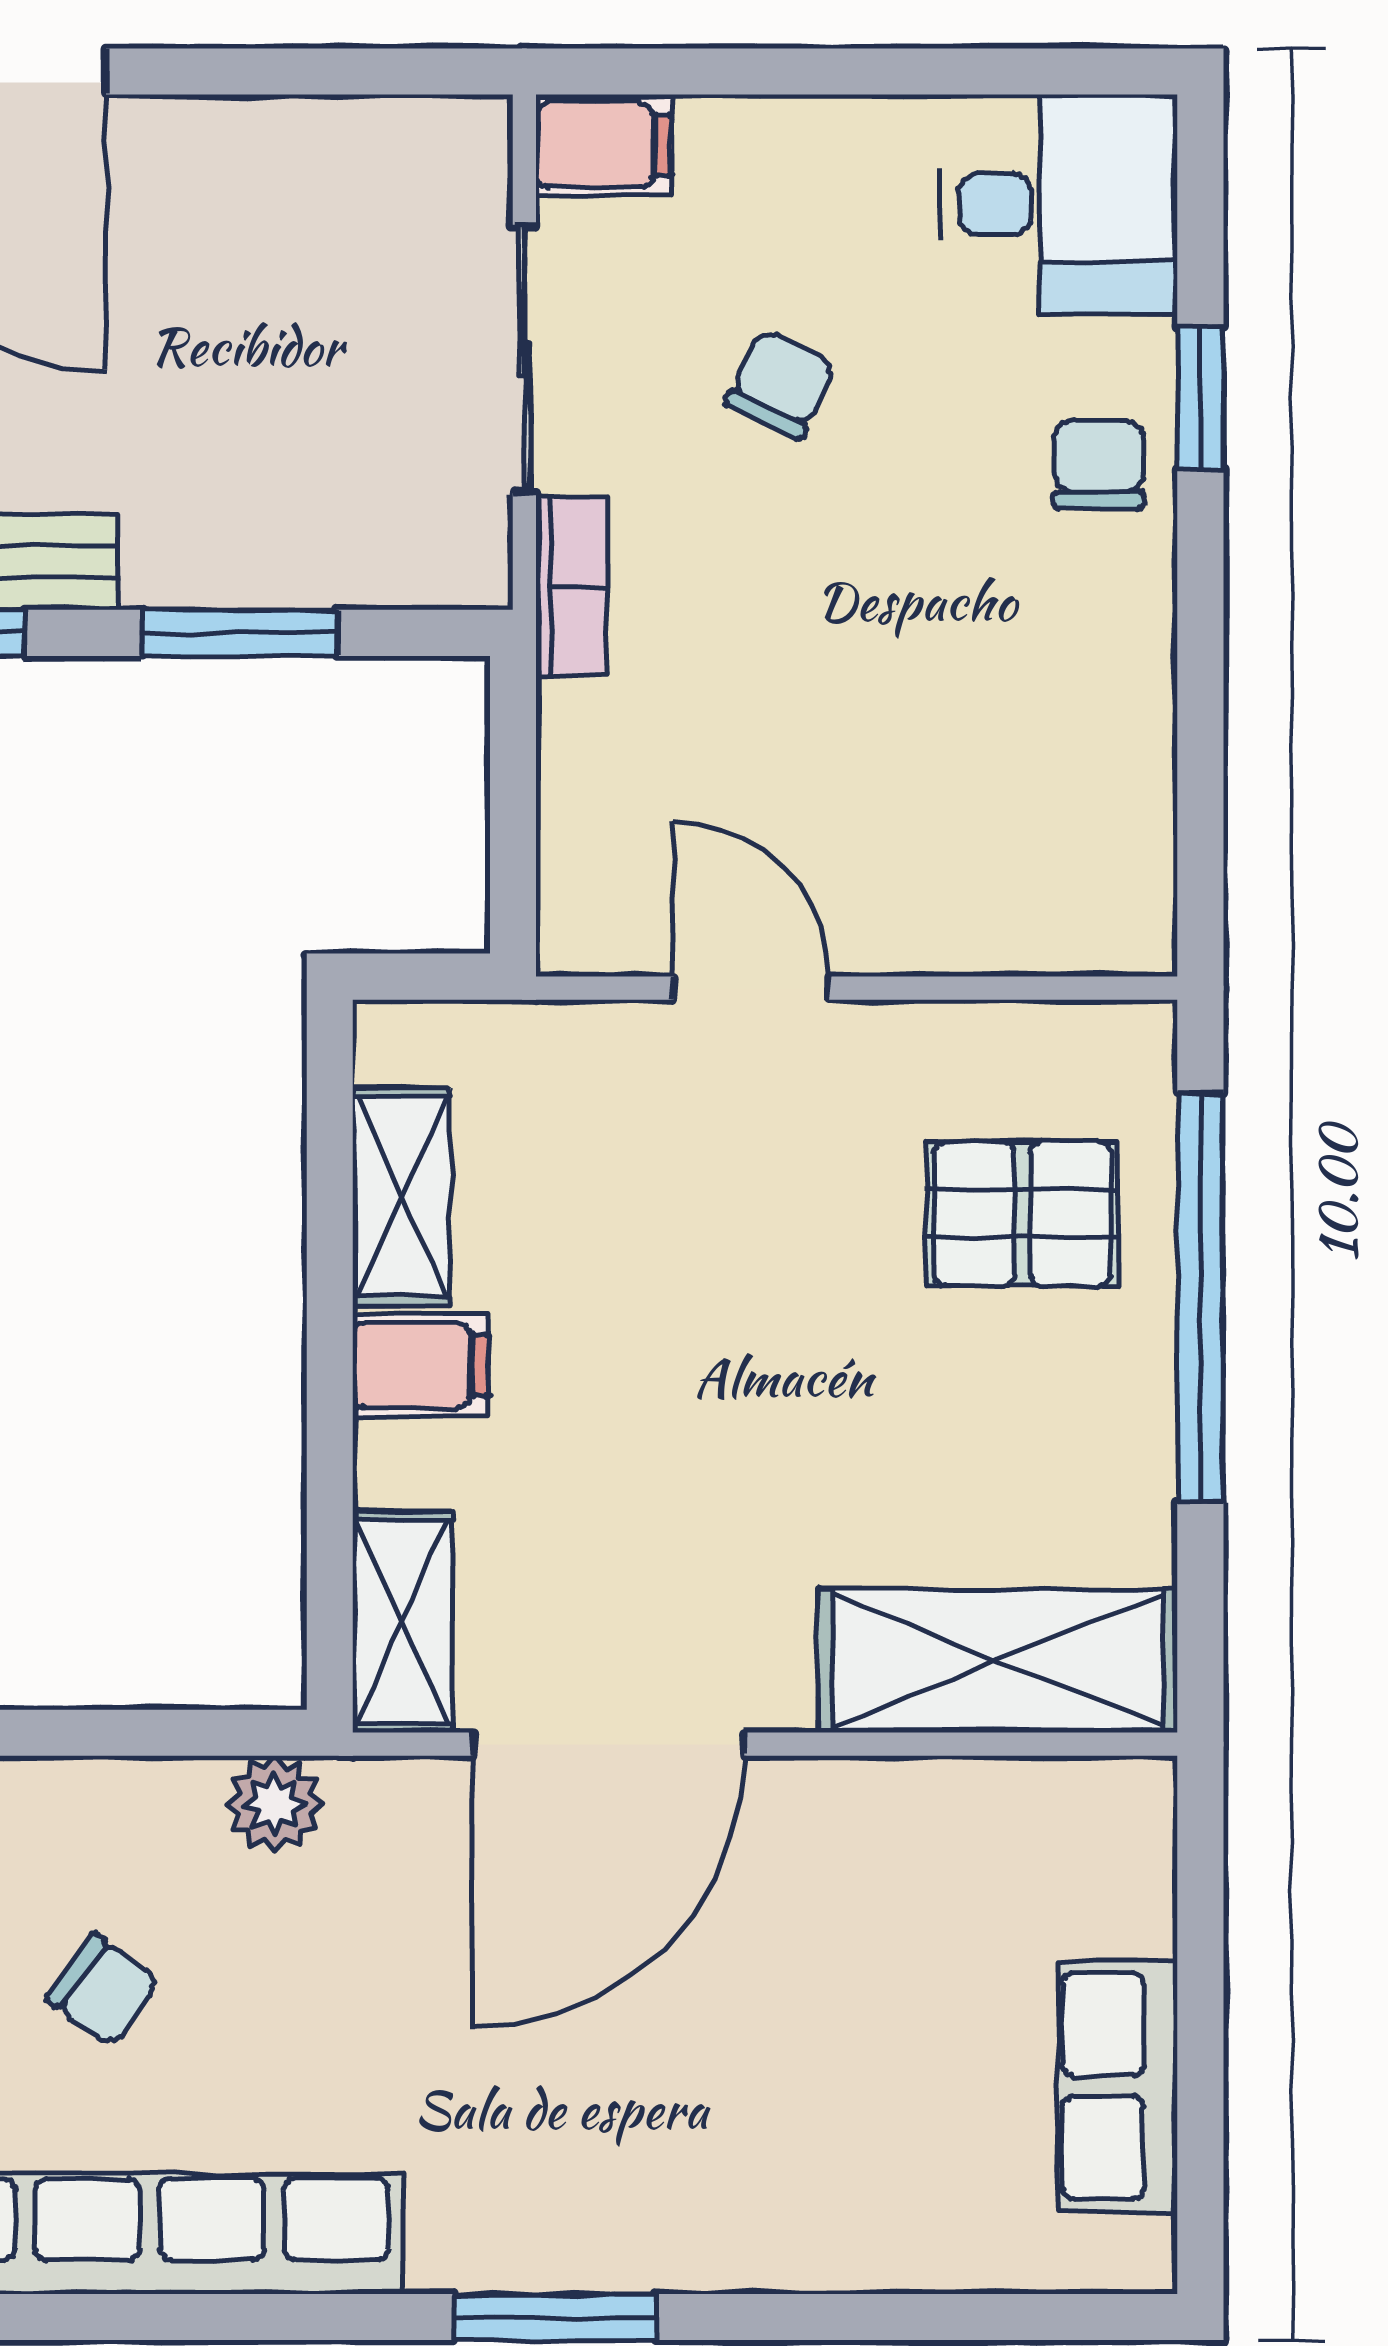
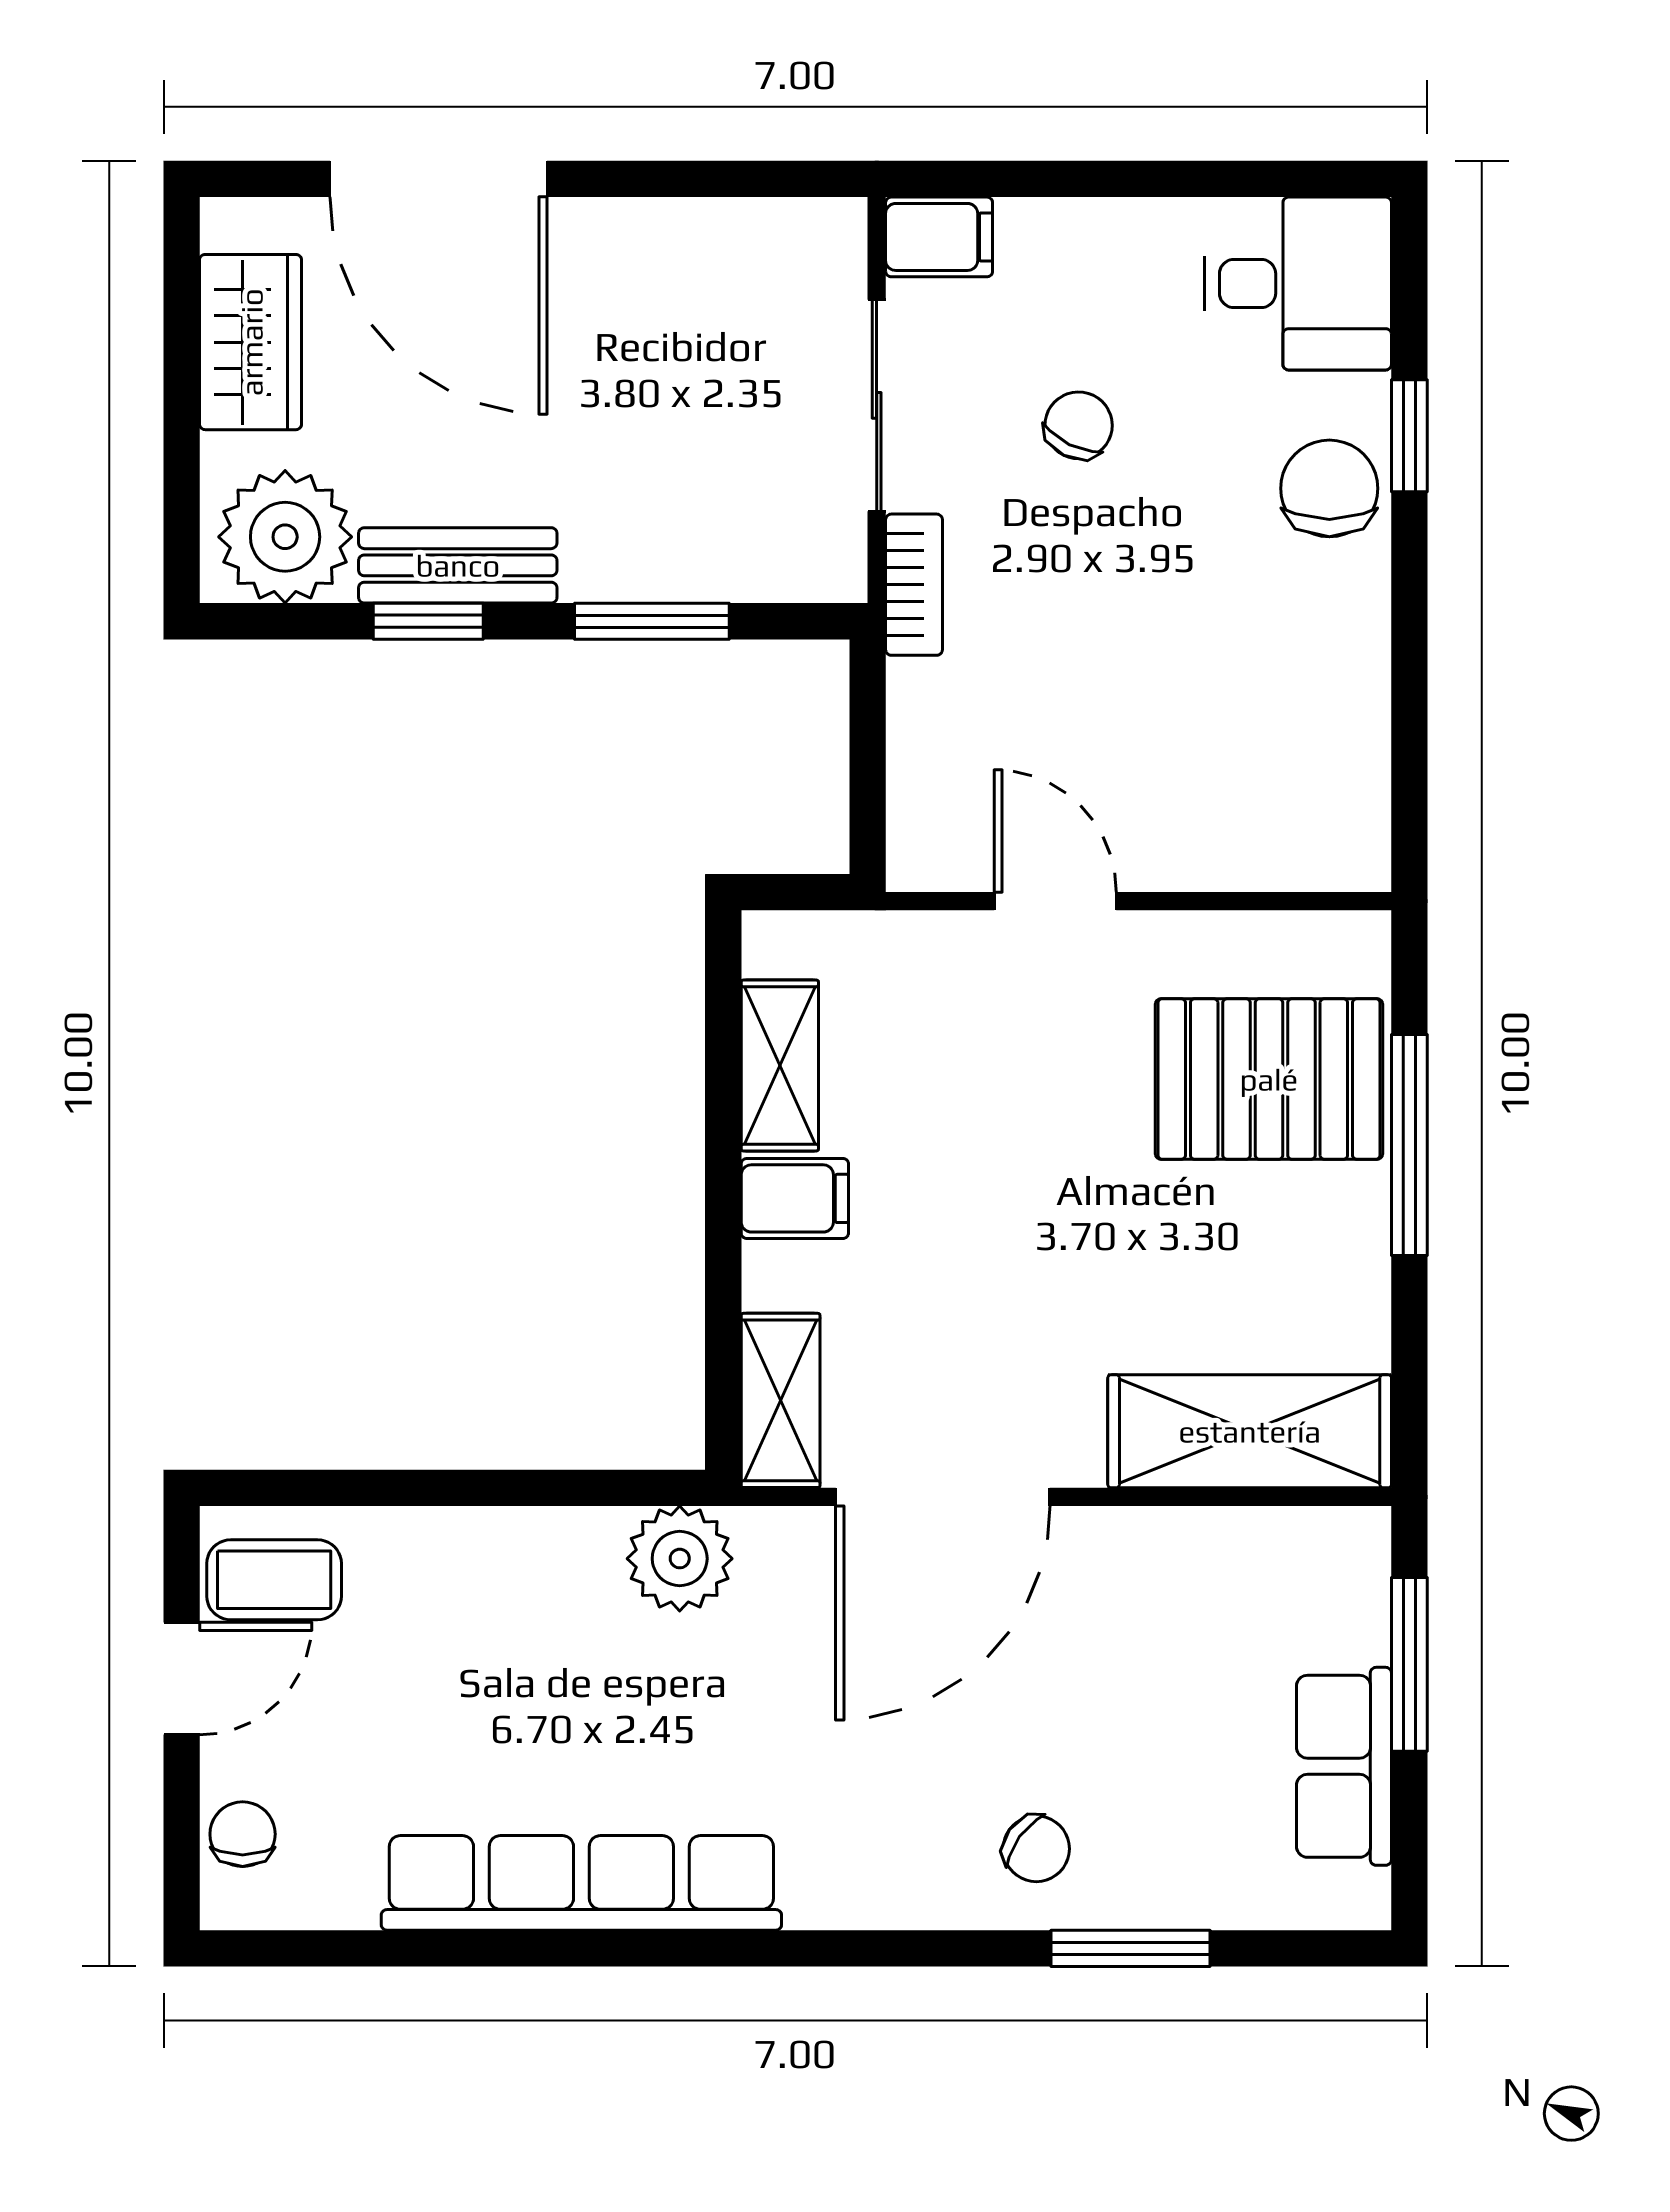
chair: (1099, 464) -> (1329, 488), width x1.37, depth x1.37
pallet: (1022, 1214) -> (1269, 1079), width x1.50, depth x1.42
window: (1200, 1298) -> (1409, 1145), width x0.68
plant: (274, 1804) -> (680, 1559), width x1.38, depth x1.38
window: (1200, 1957) -> (1409, 1664), added
chair: (103, 1990) -> (1036, 1849), moved
window: (555, 2317) -> (1130, 1948), moved

